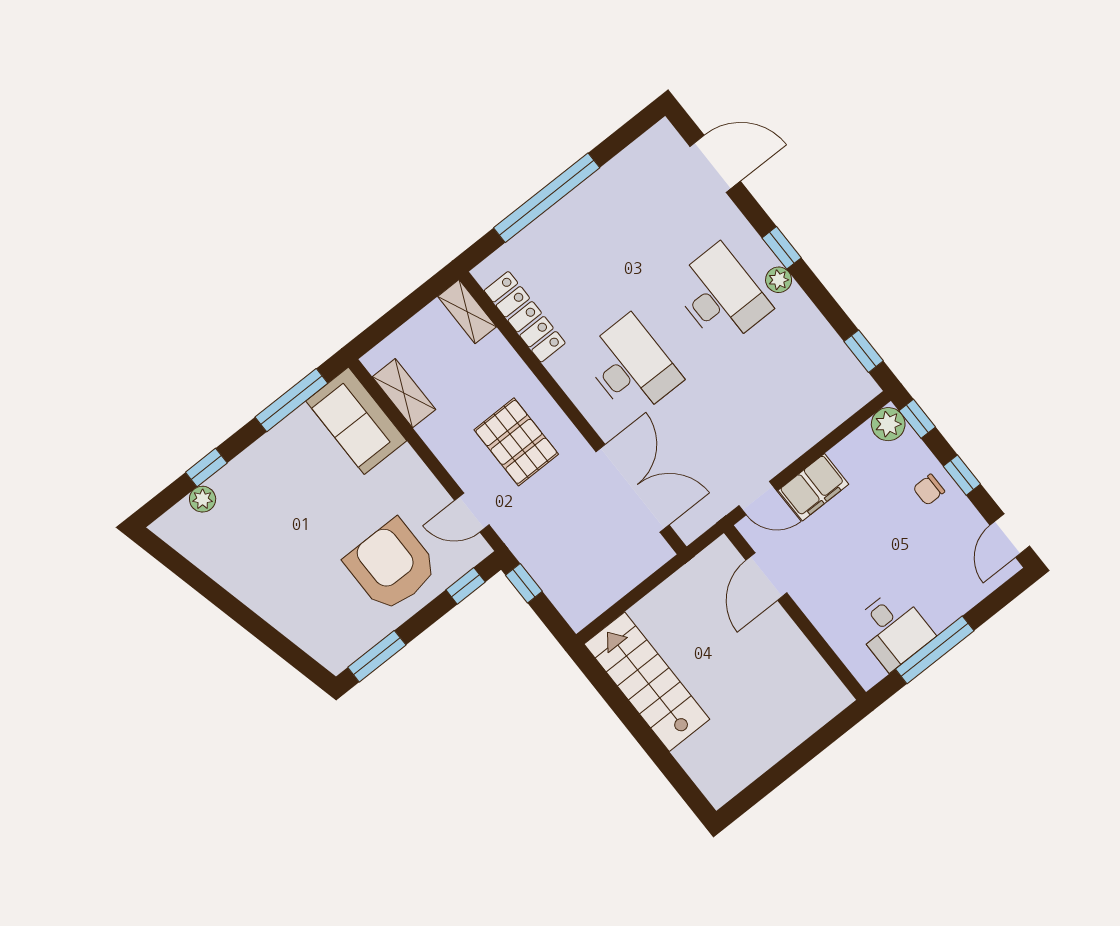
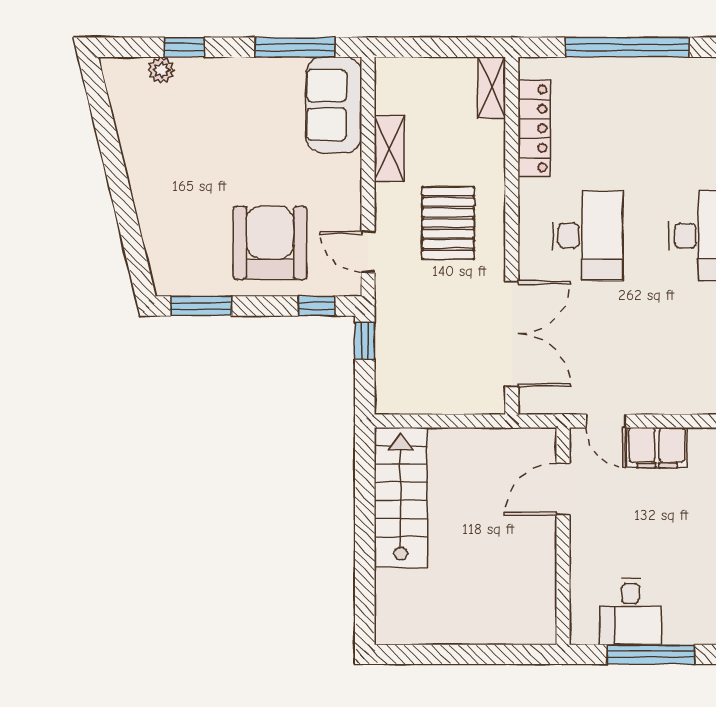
shelving: (404, 393) -> (389, 148), moved

